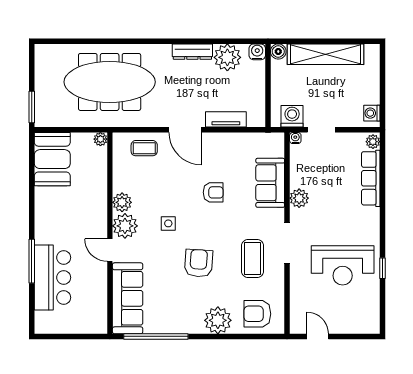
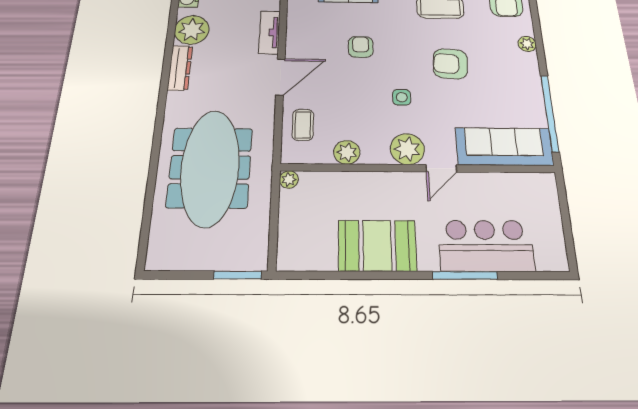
booth: (52, 159) -> (377, 246), moved
plant: (122, 202) -> (347, 152), moved
plant: (218, 320) -> (527, 44), width x0.53, depth x0.53

